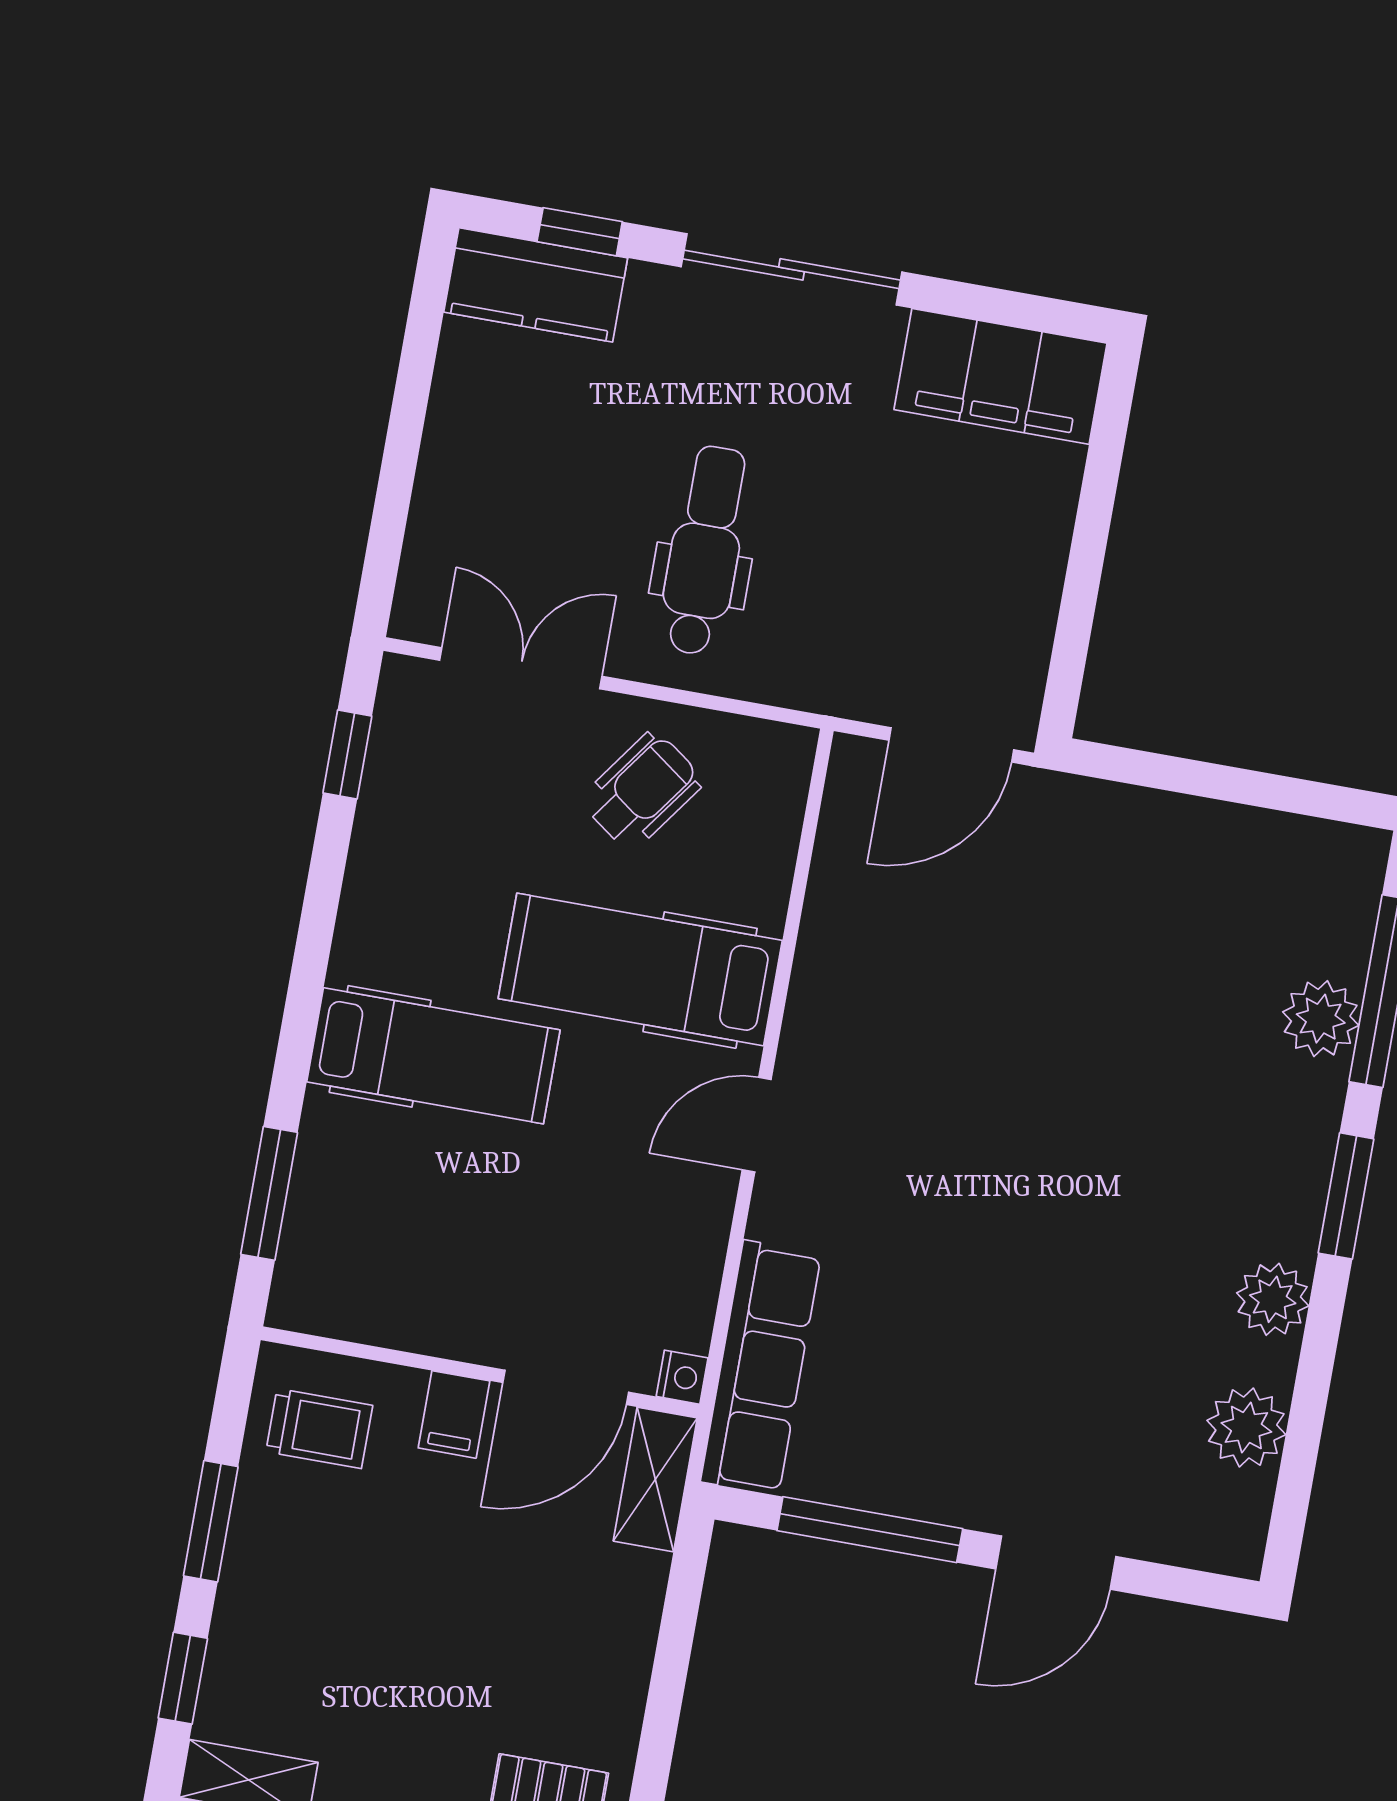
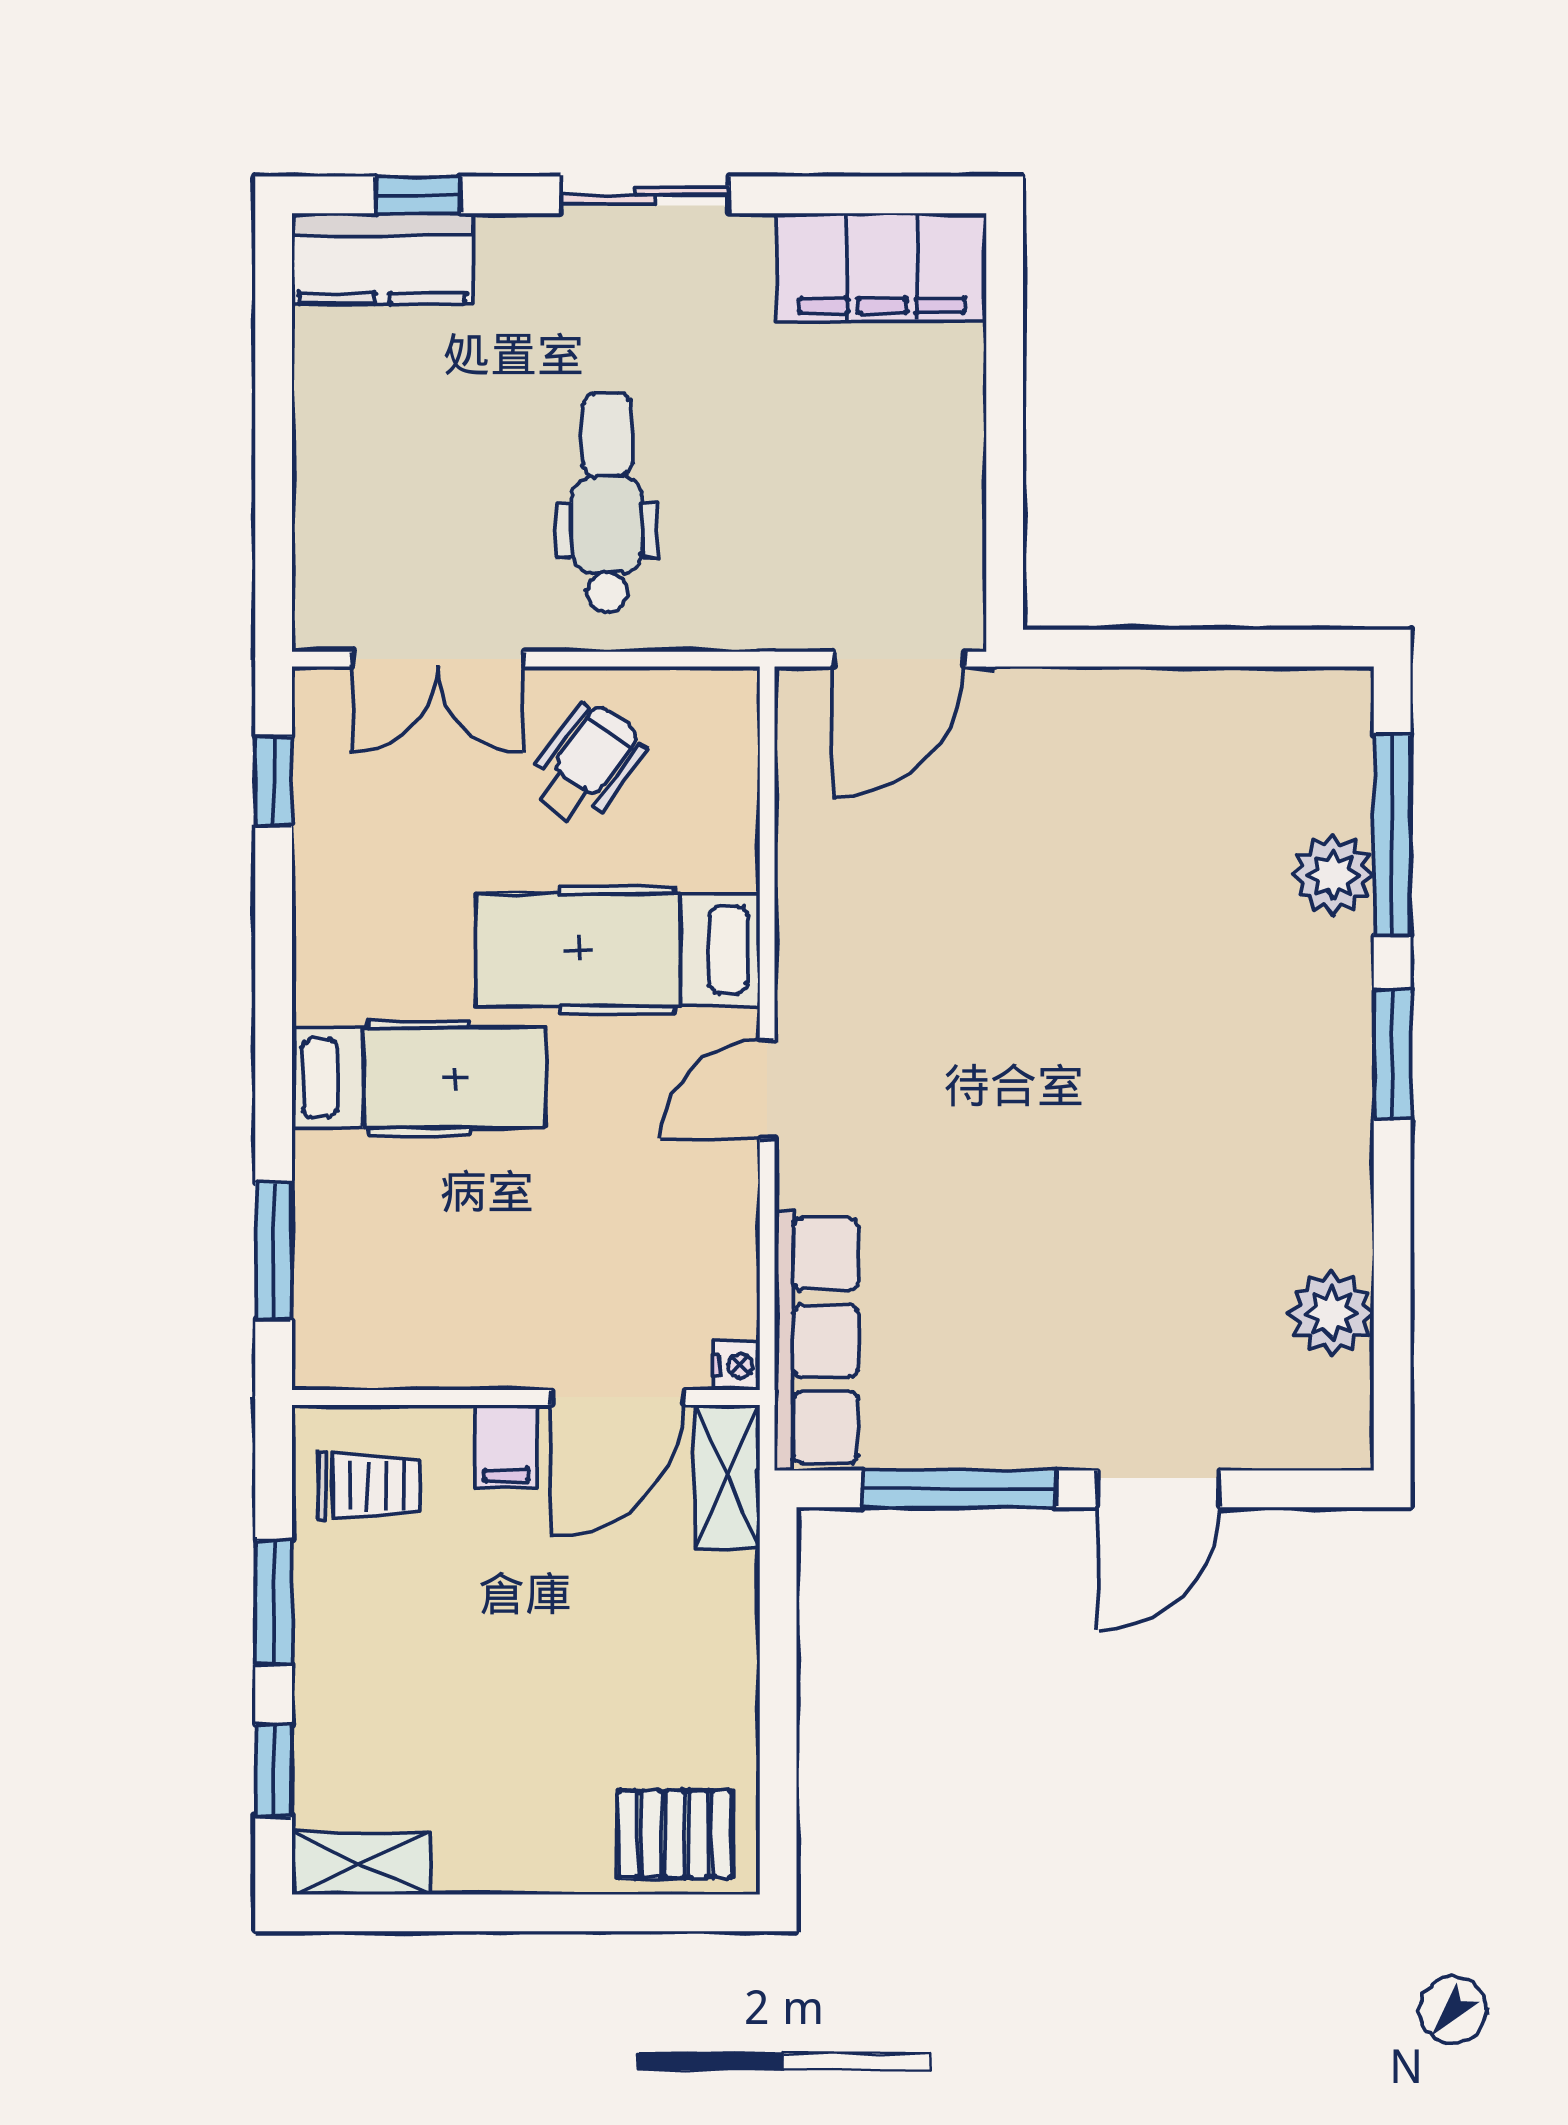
sliding door: (792, 269) -> (645, 195), width x0.73
double door: (521, 668) -> (438, 659), swing flipped
plant: (1273, 1299) -> (1335, 1175), removed

